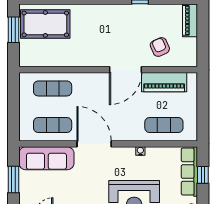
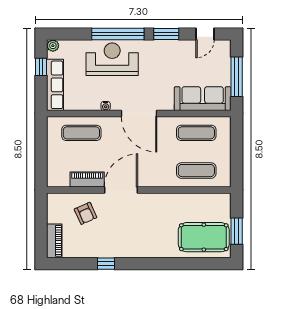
piano: (164, 82) -> (87, 180), width x0.73, depth x0.75
door: (94, 144) -> (139, 113), moved
window: (203, 175) -> (41, 67), moved
window: (14, 179) -> (237, 77), width x1.44

